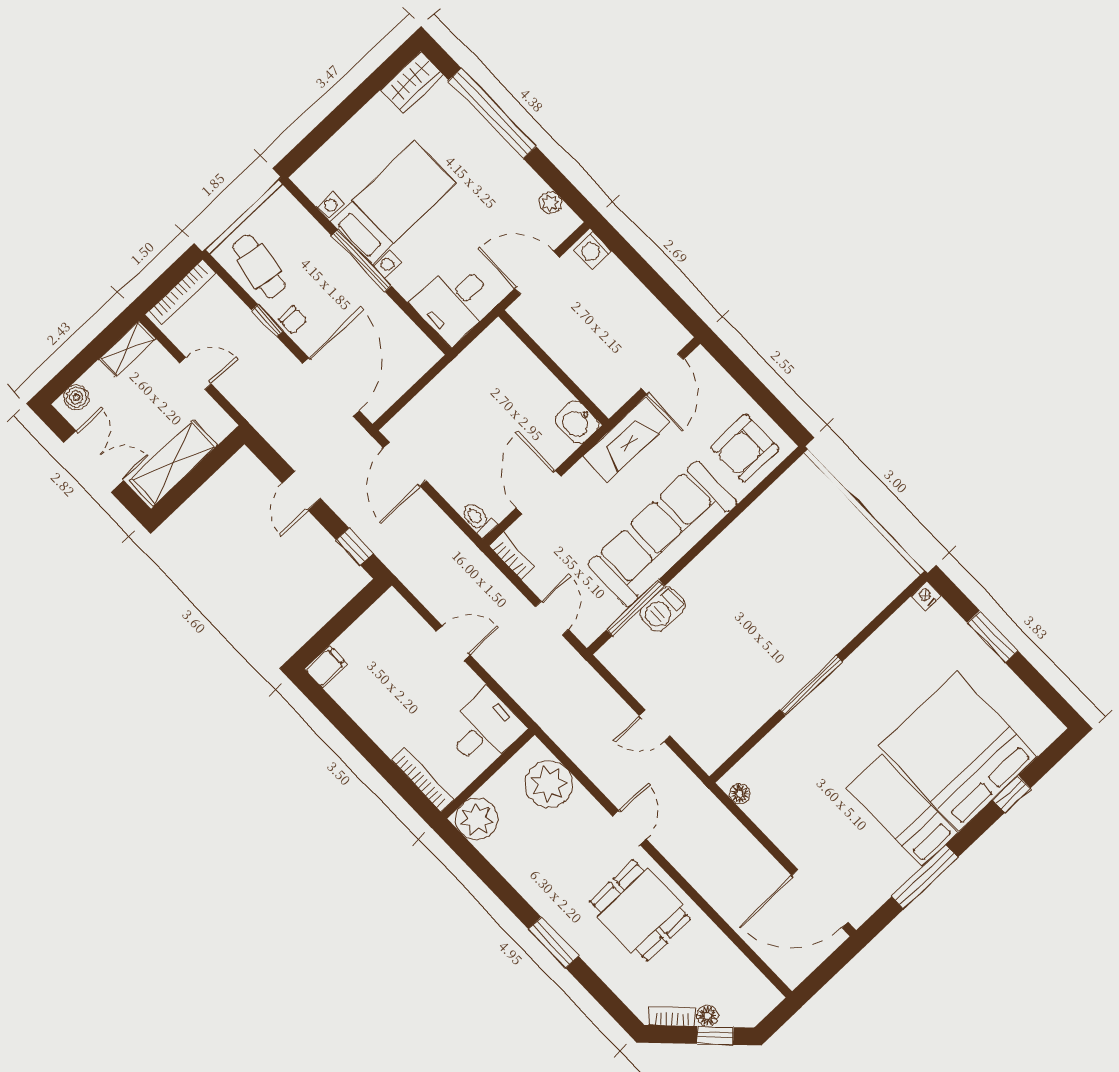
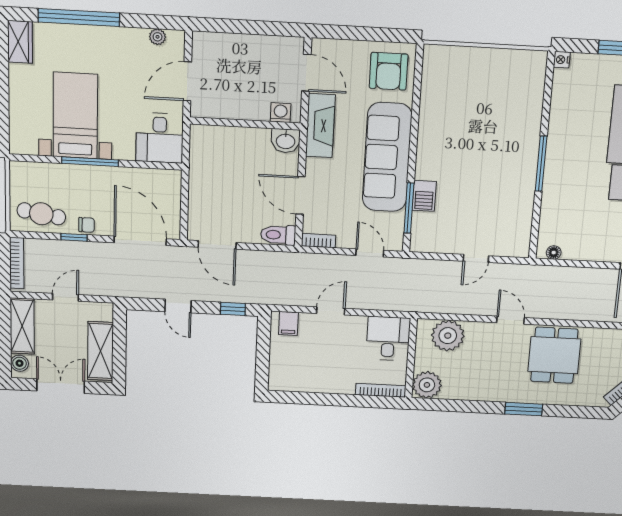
washing machine: (592, 250) -> (281, 113), moved, turned 180
shelving: (127, 349) -> (22, 326), width x1.50, depth x1.33
toilet: (478, 519) -> (278, 235), width x1.37, depth x1.39
filing cabinet: (326, 666) -> (288, 324), moved, turned 180
dining table: (640, 910) -> (554, 355), turned 90

